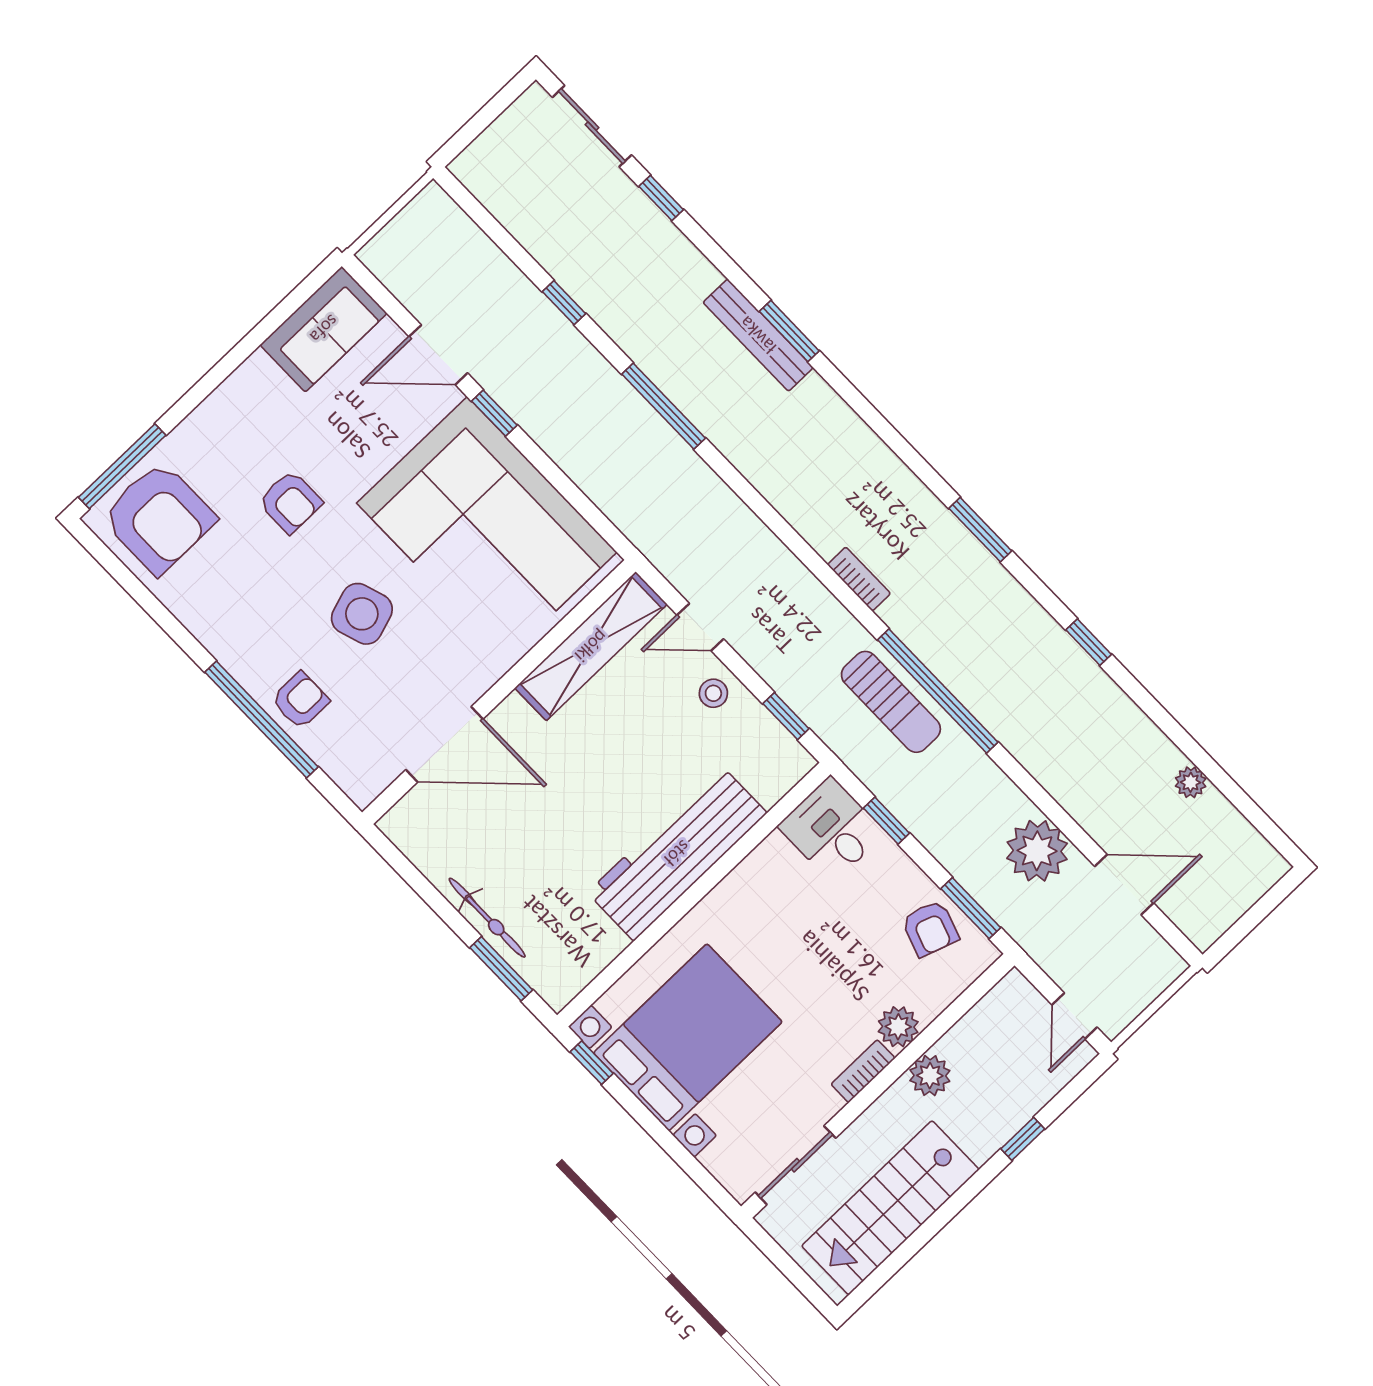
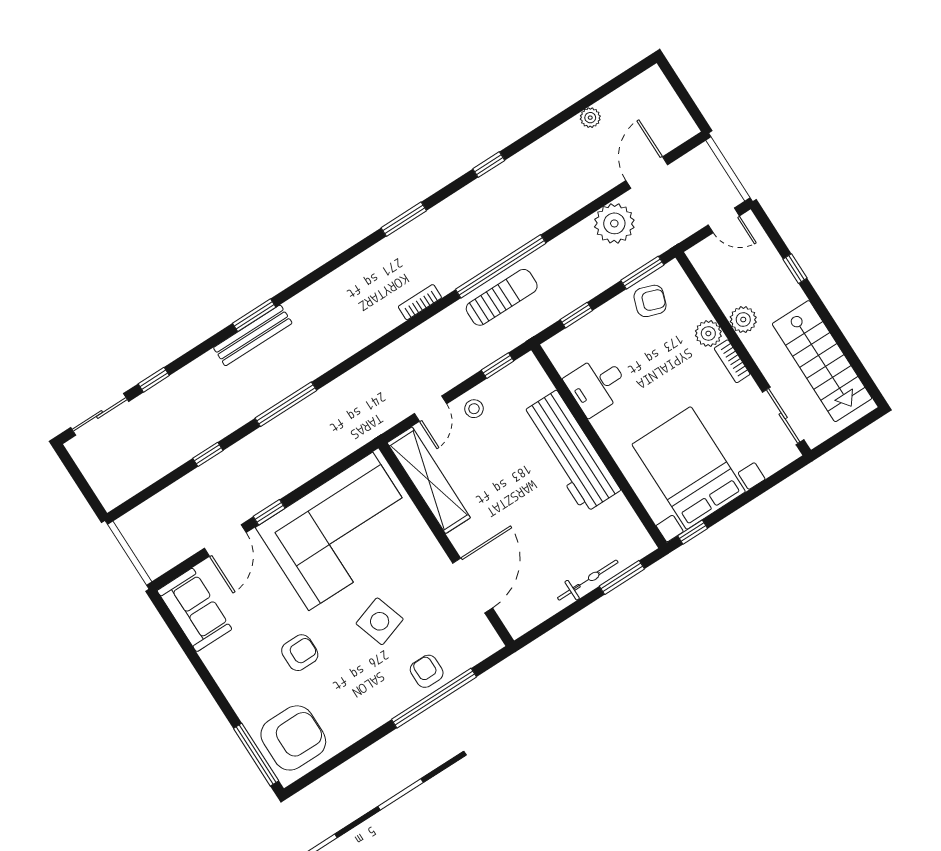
desk: (832, 829) -> (597, 385), moved

